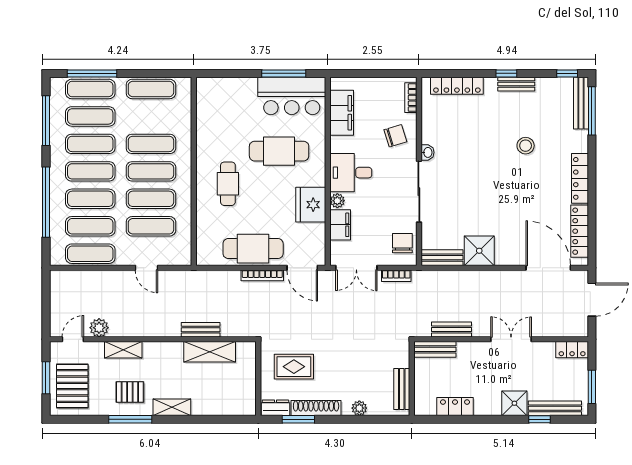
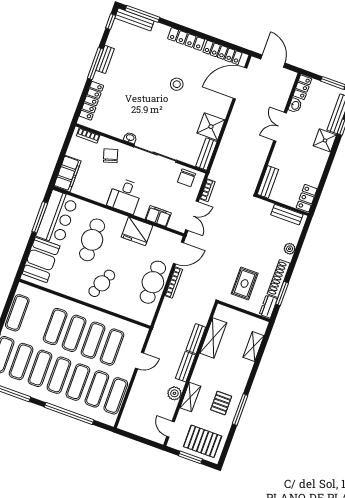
window: (506, 73) -> (95, 64), width x2.17
booth: (230, 95) -> (41, 260), added
filing cabinet: (342, 113) -> (67, 174), moved, turned 90
stool: (526, 146) -> (177, 84), moved
cafe table: (228, 184) -> (102, 283), turned -67
plant: (337, 201) -> (141, 212), removed
chair: (402, 243) -> (186, 178), turned -90
plant: (99, 328) -> (174, 393), moved
bench: (452, 330) -> (186, 367), moved
washbasin: (546, 349) -> (295, 105), added
shelving: (172, 407) -> (253, 347), moved
locker: (455, 407) -> (307, 198), moved

